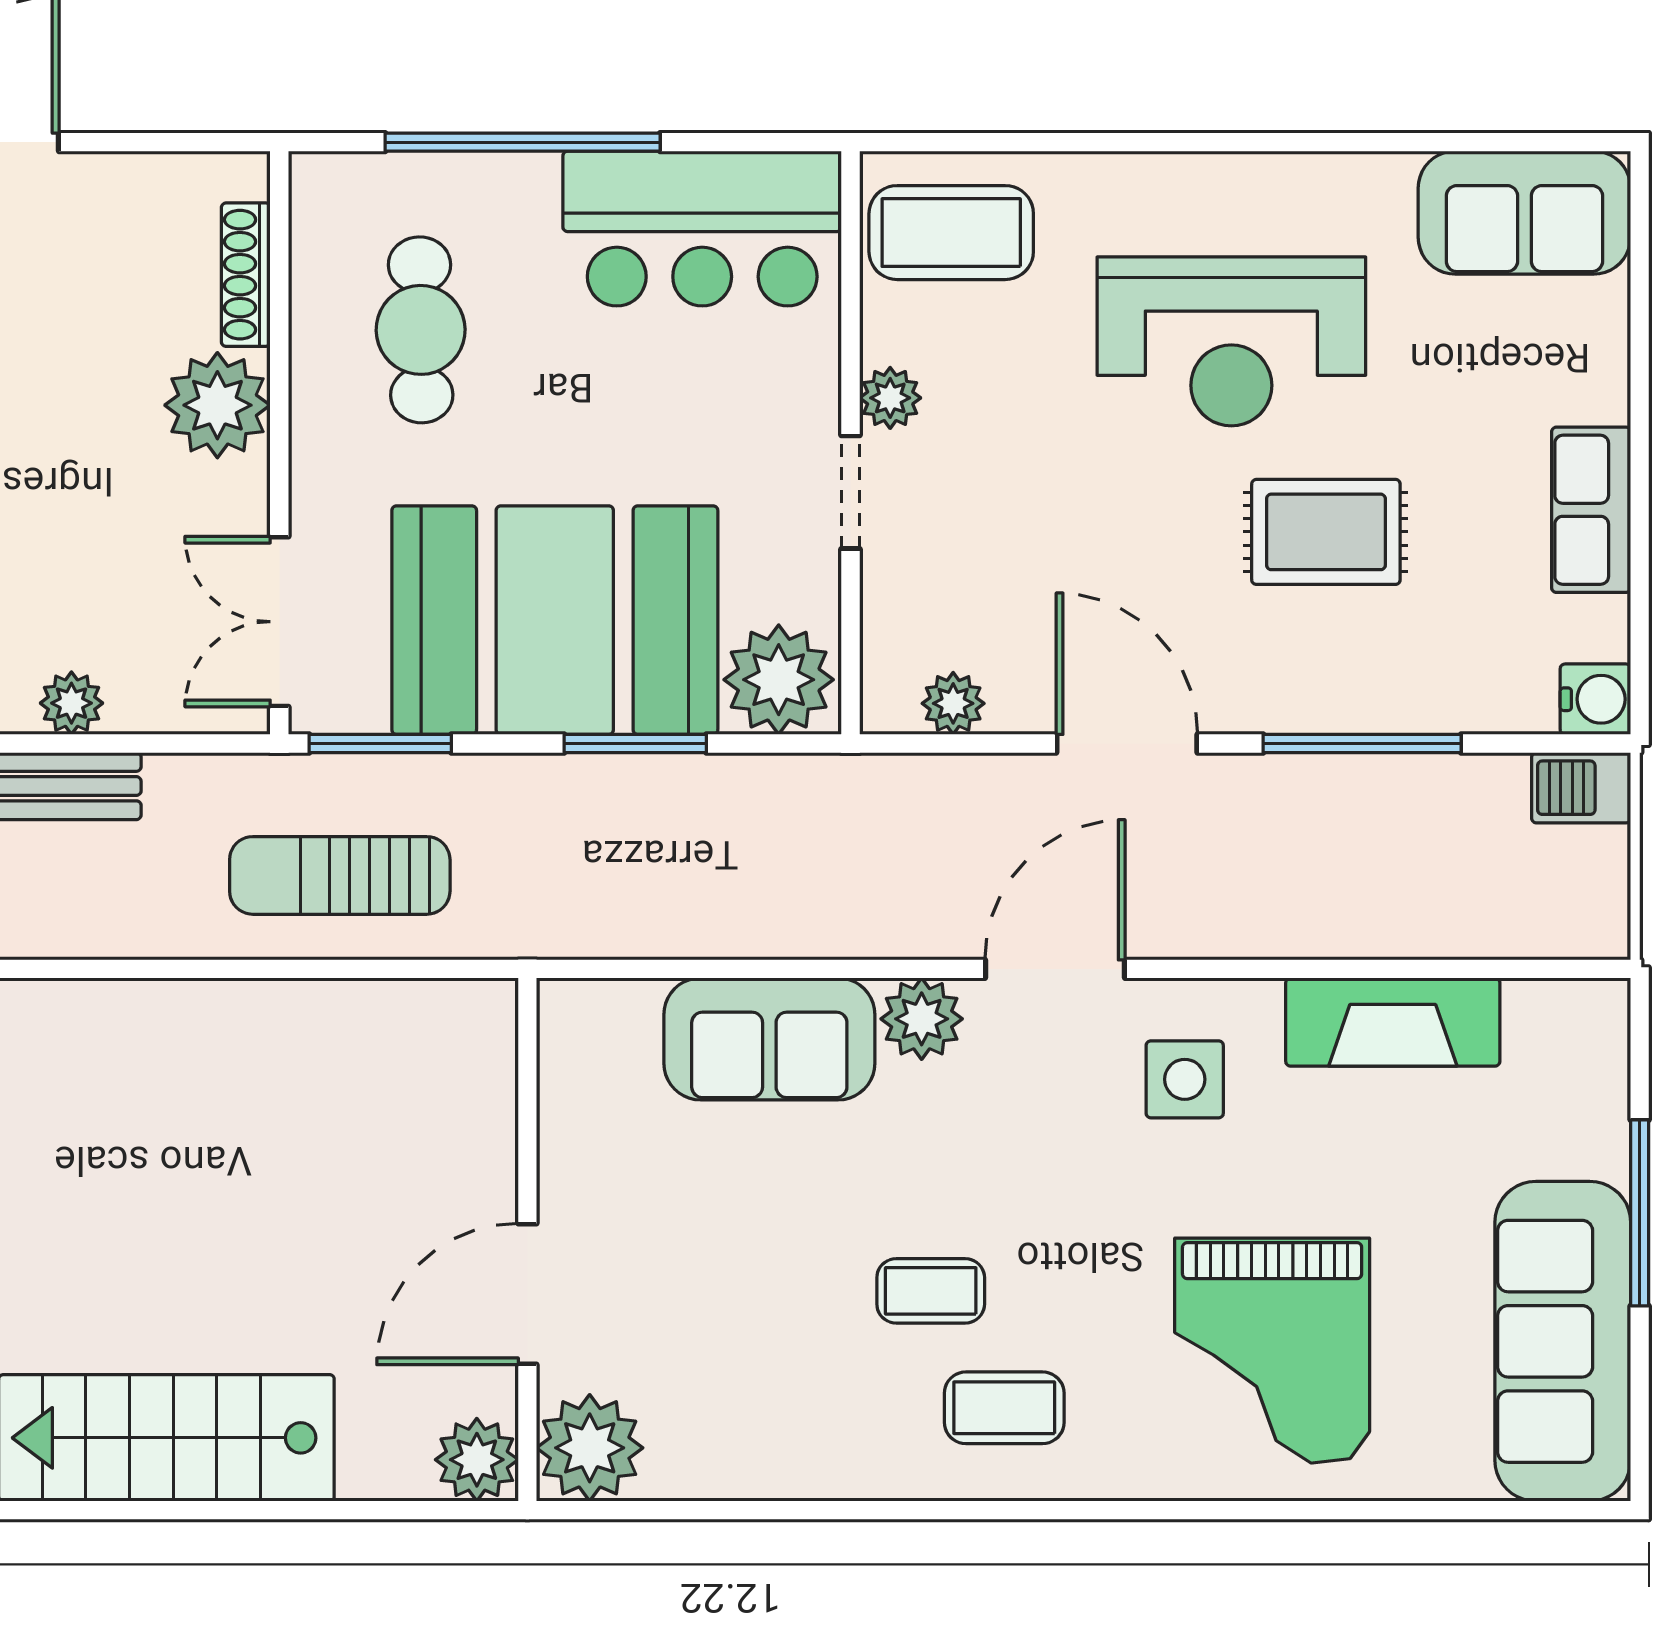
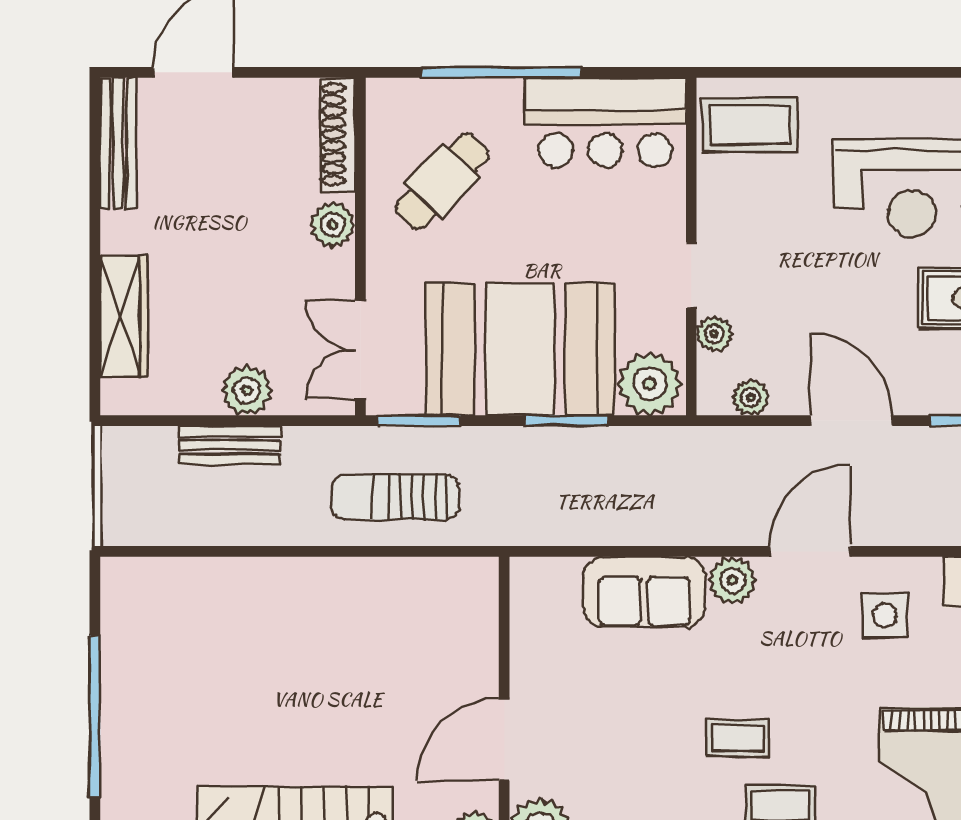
shoe rack: (246, 275) -> (338, 134), width x1.36, depth x1.24
cafe table: (421, 330) -> (442, 181), turned 44
plant: (890, 398) -> (714, 334), moved
plant: (217, 405) -> (333, 225), width x0.73, depth x0.73
plant: (71, 703) -> (247, 391), width x1.38, depth x1.38

